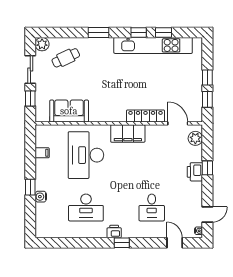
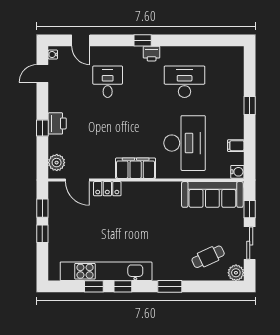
sofa: (69, 111) -> (212, 194), width x1.36
locker: (146, 116) -> (107, 189), width x0.66
water cooler: (41, 197) -> (237, 172), moved

